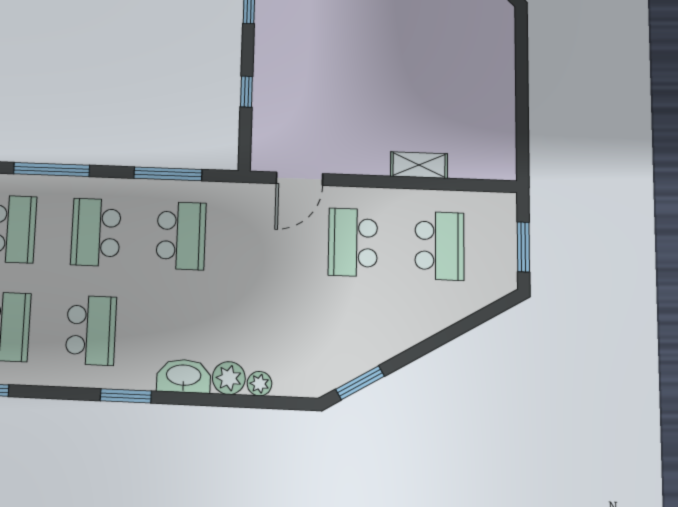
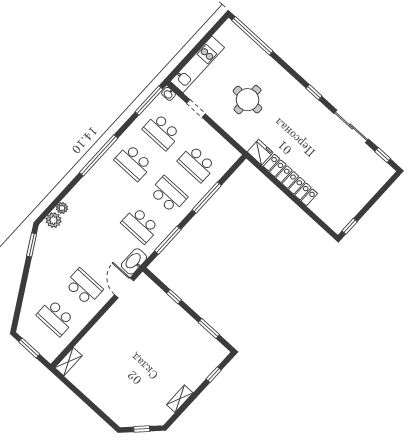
shelving: (419, 165) -> (69, 362), moved
washbasin: (184, 376) -> (134, 261), moved, turned 180
plant: (229, 378) -> (54, 220), moved
window: (126, 396) -> (99, 155), width x2.11

